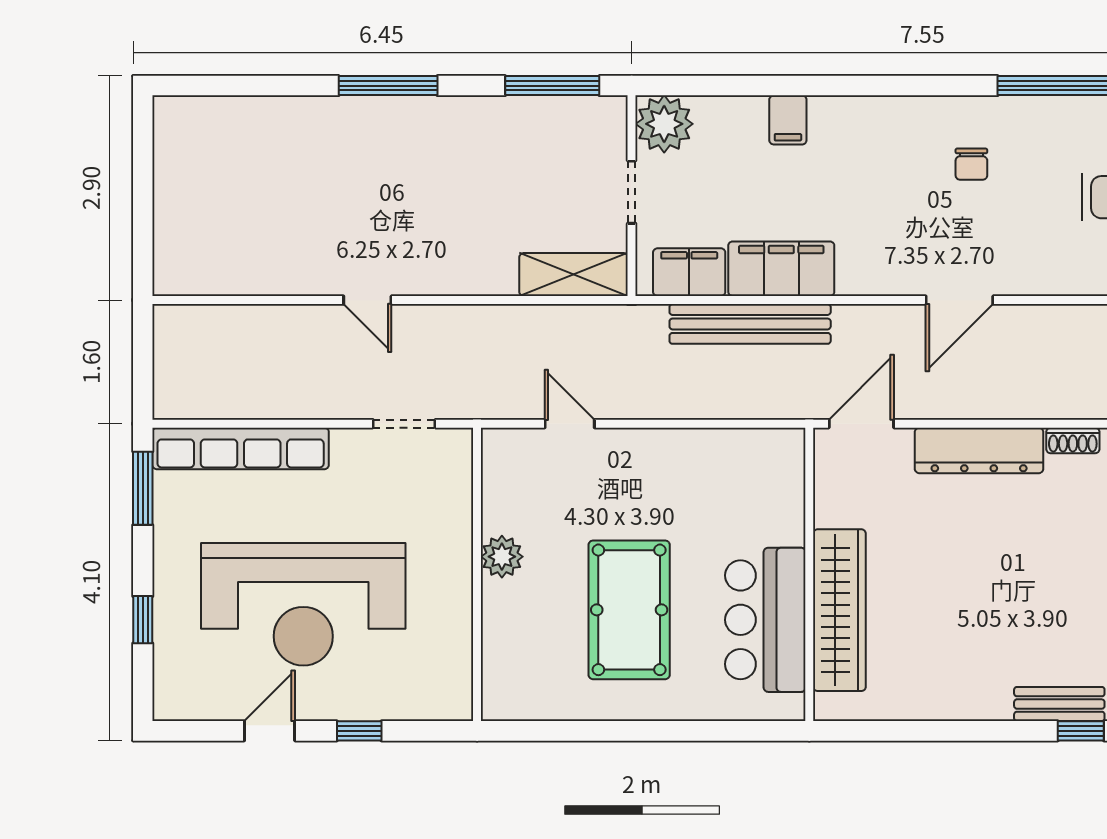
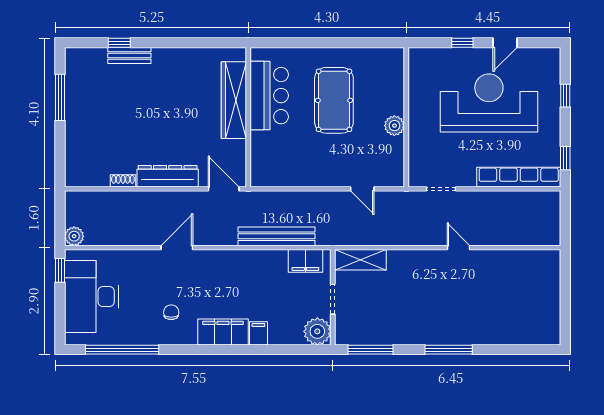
filing cabinet: (781, 269) -> (223, 332), moved, turned 180
door: (861, 424) -> (224, 189), swing flipped
window: (143, 488) -> (565, 158), width x0.67

